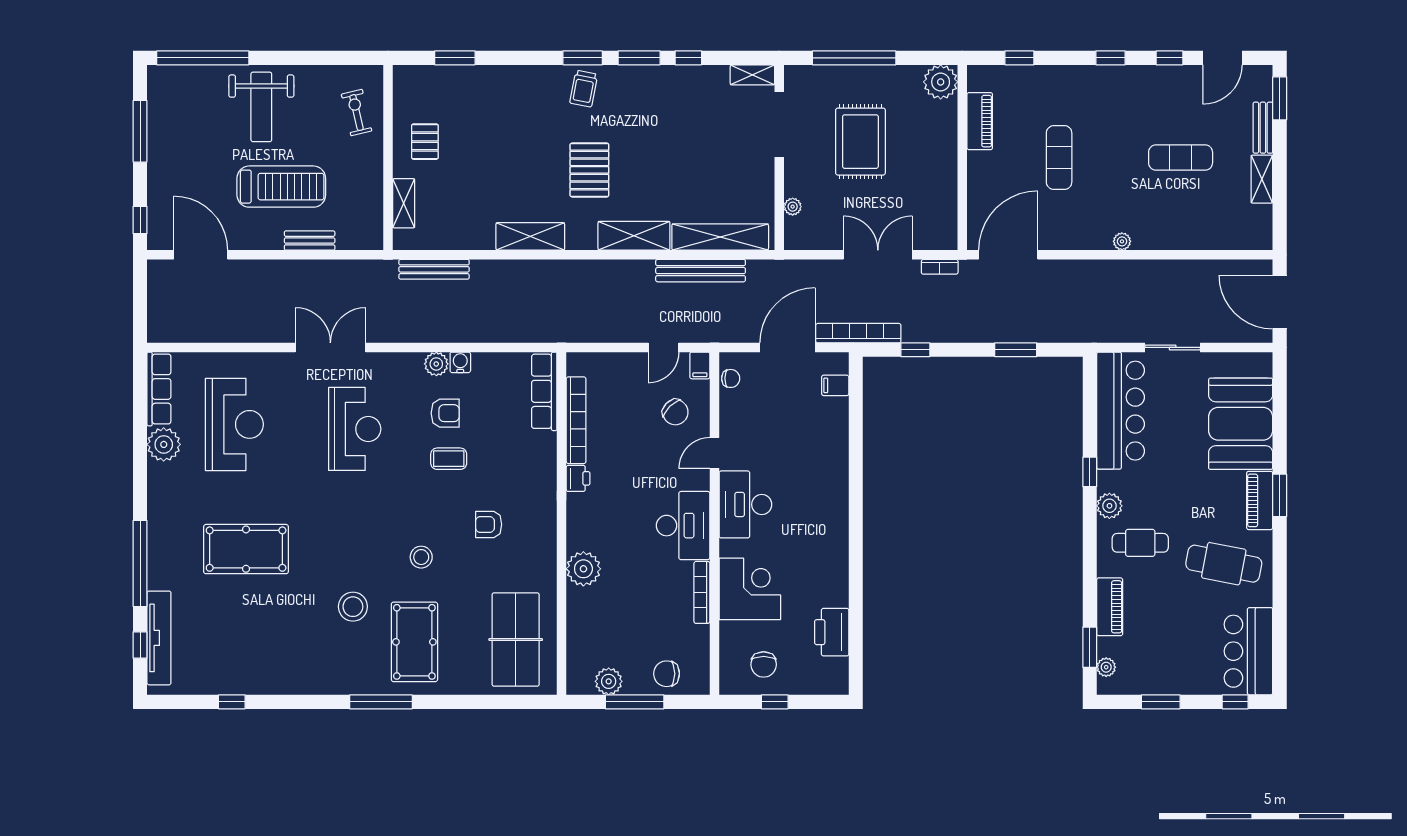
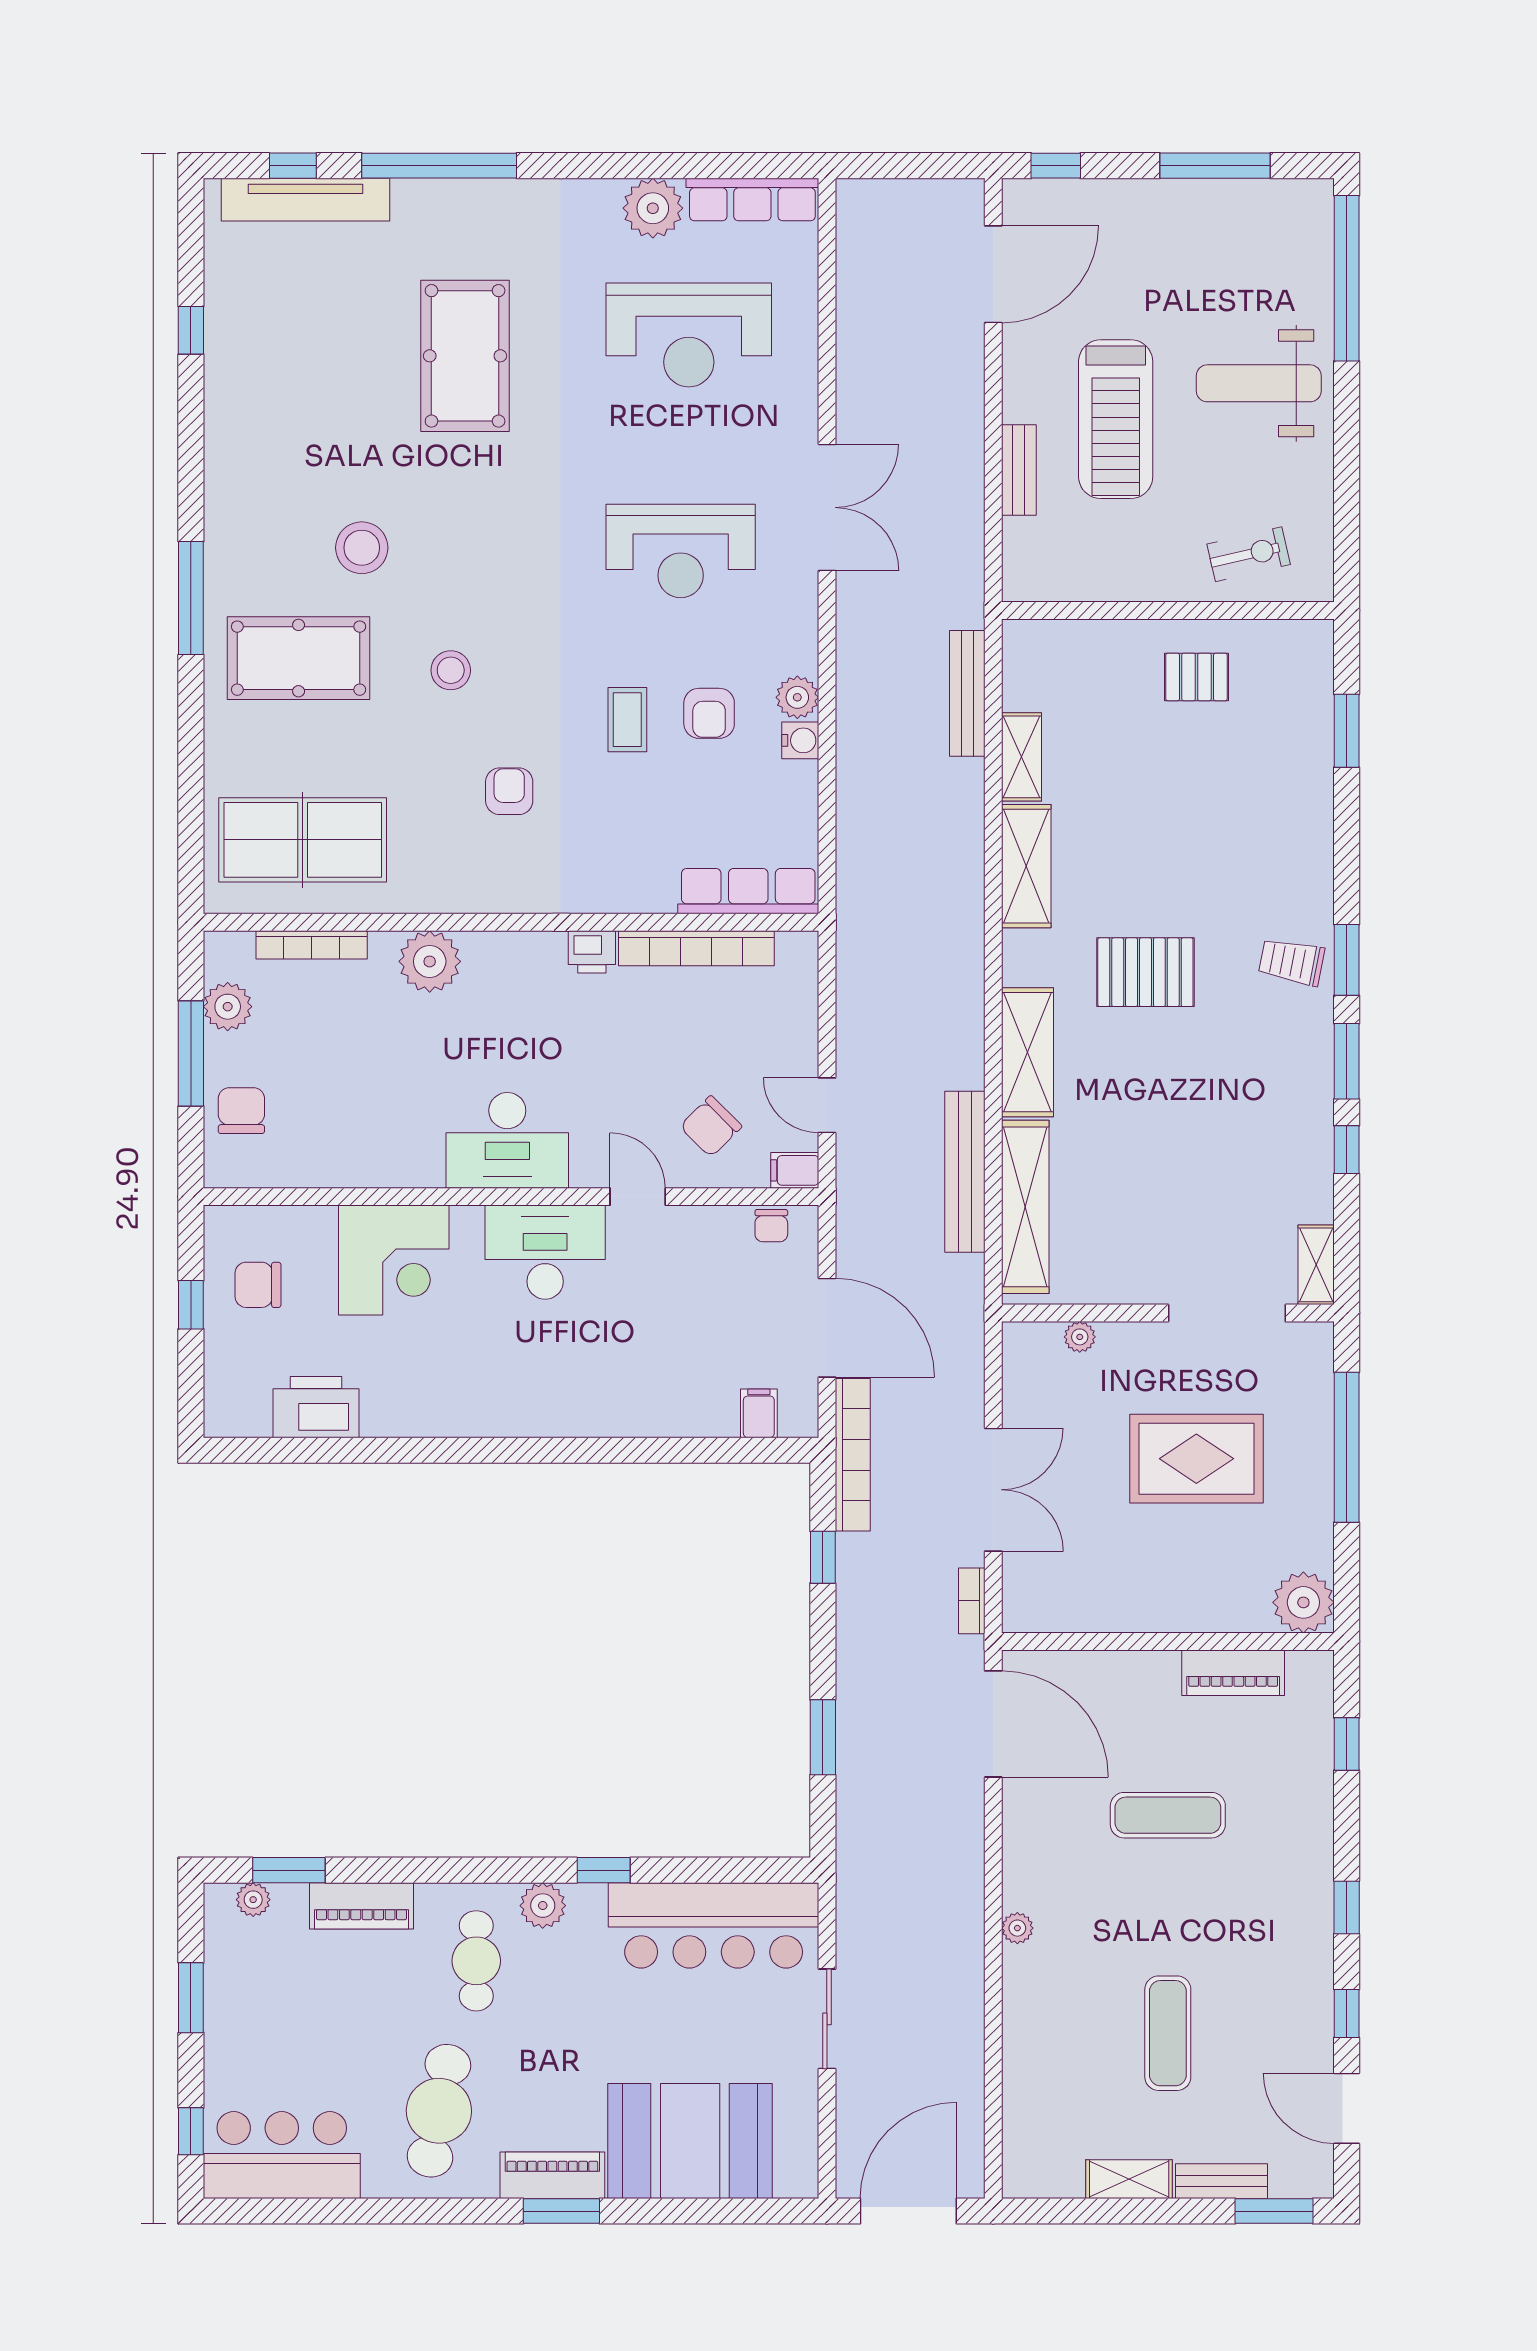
shelving: (404, 203) -> (1021, 757), moved, turned 90
bookcase: (702, 592) -> (312, 945), moved, turned 180

